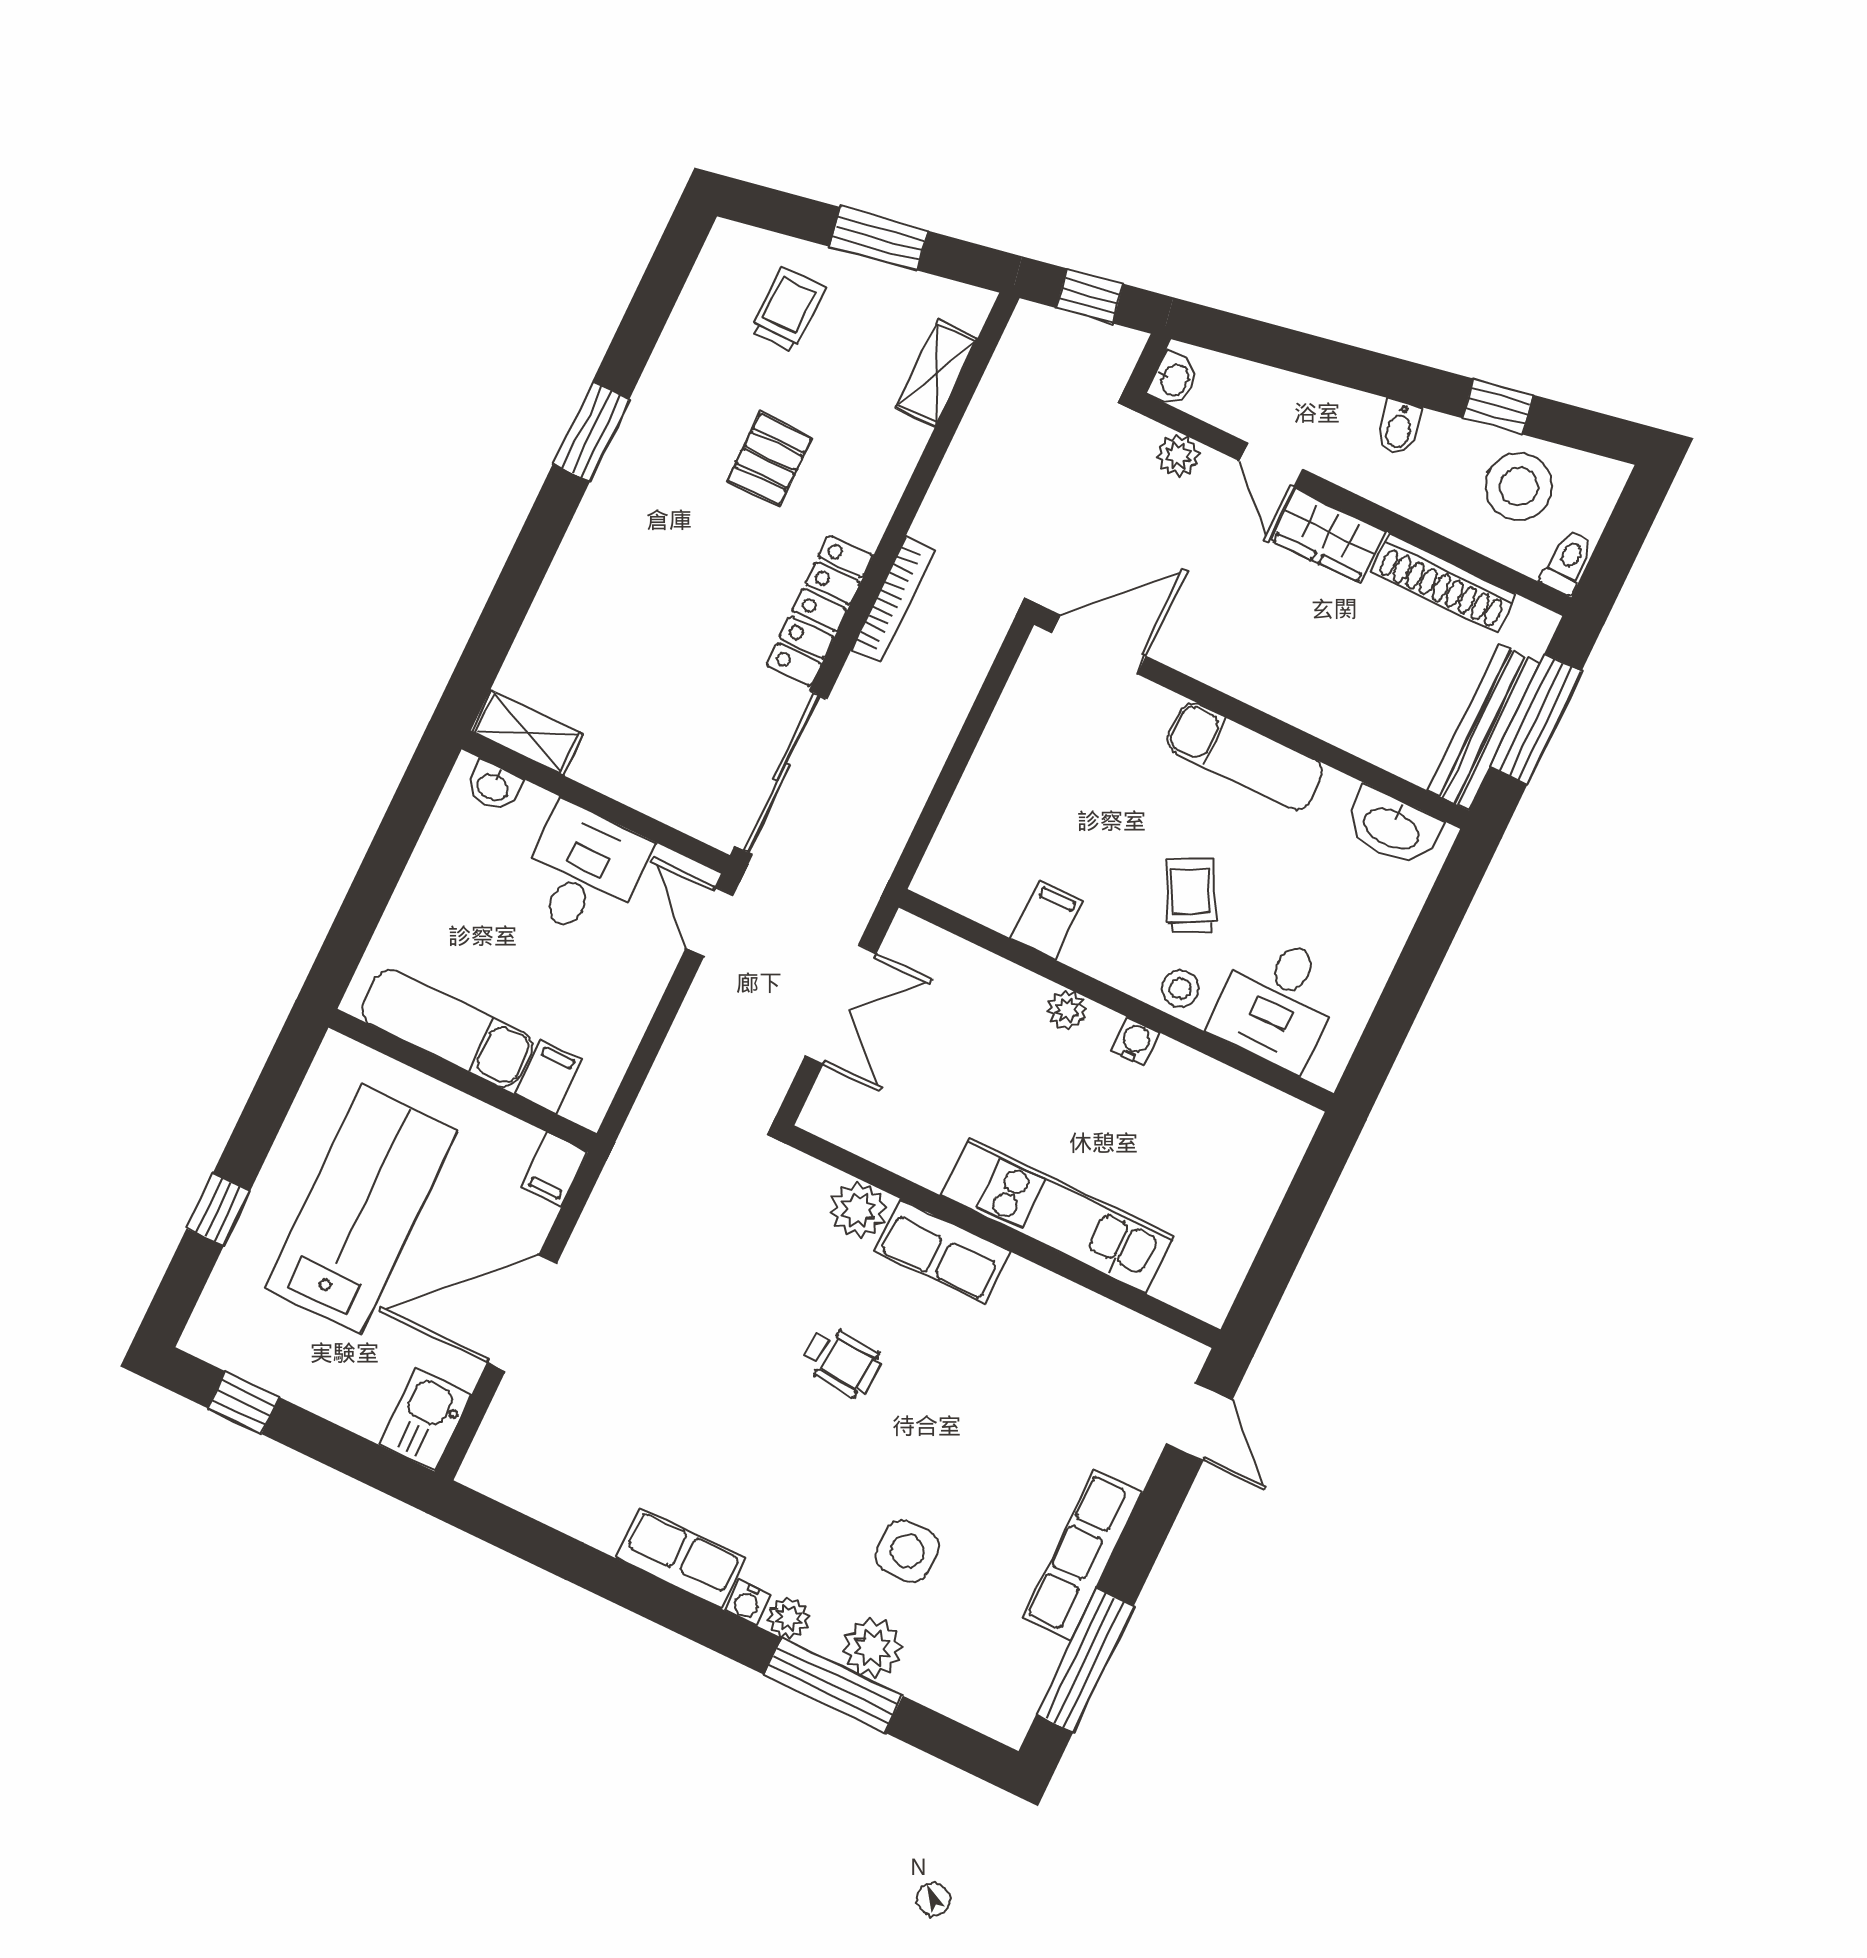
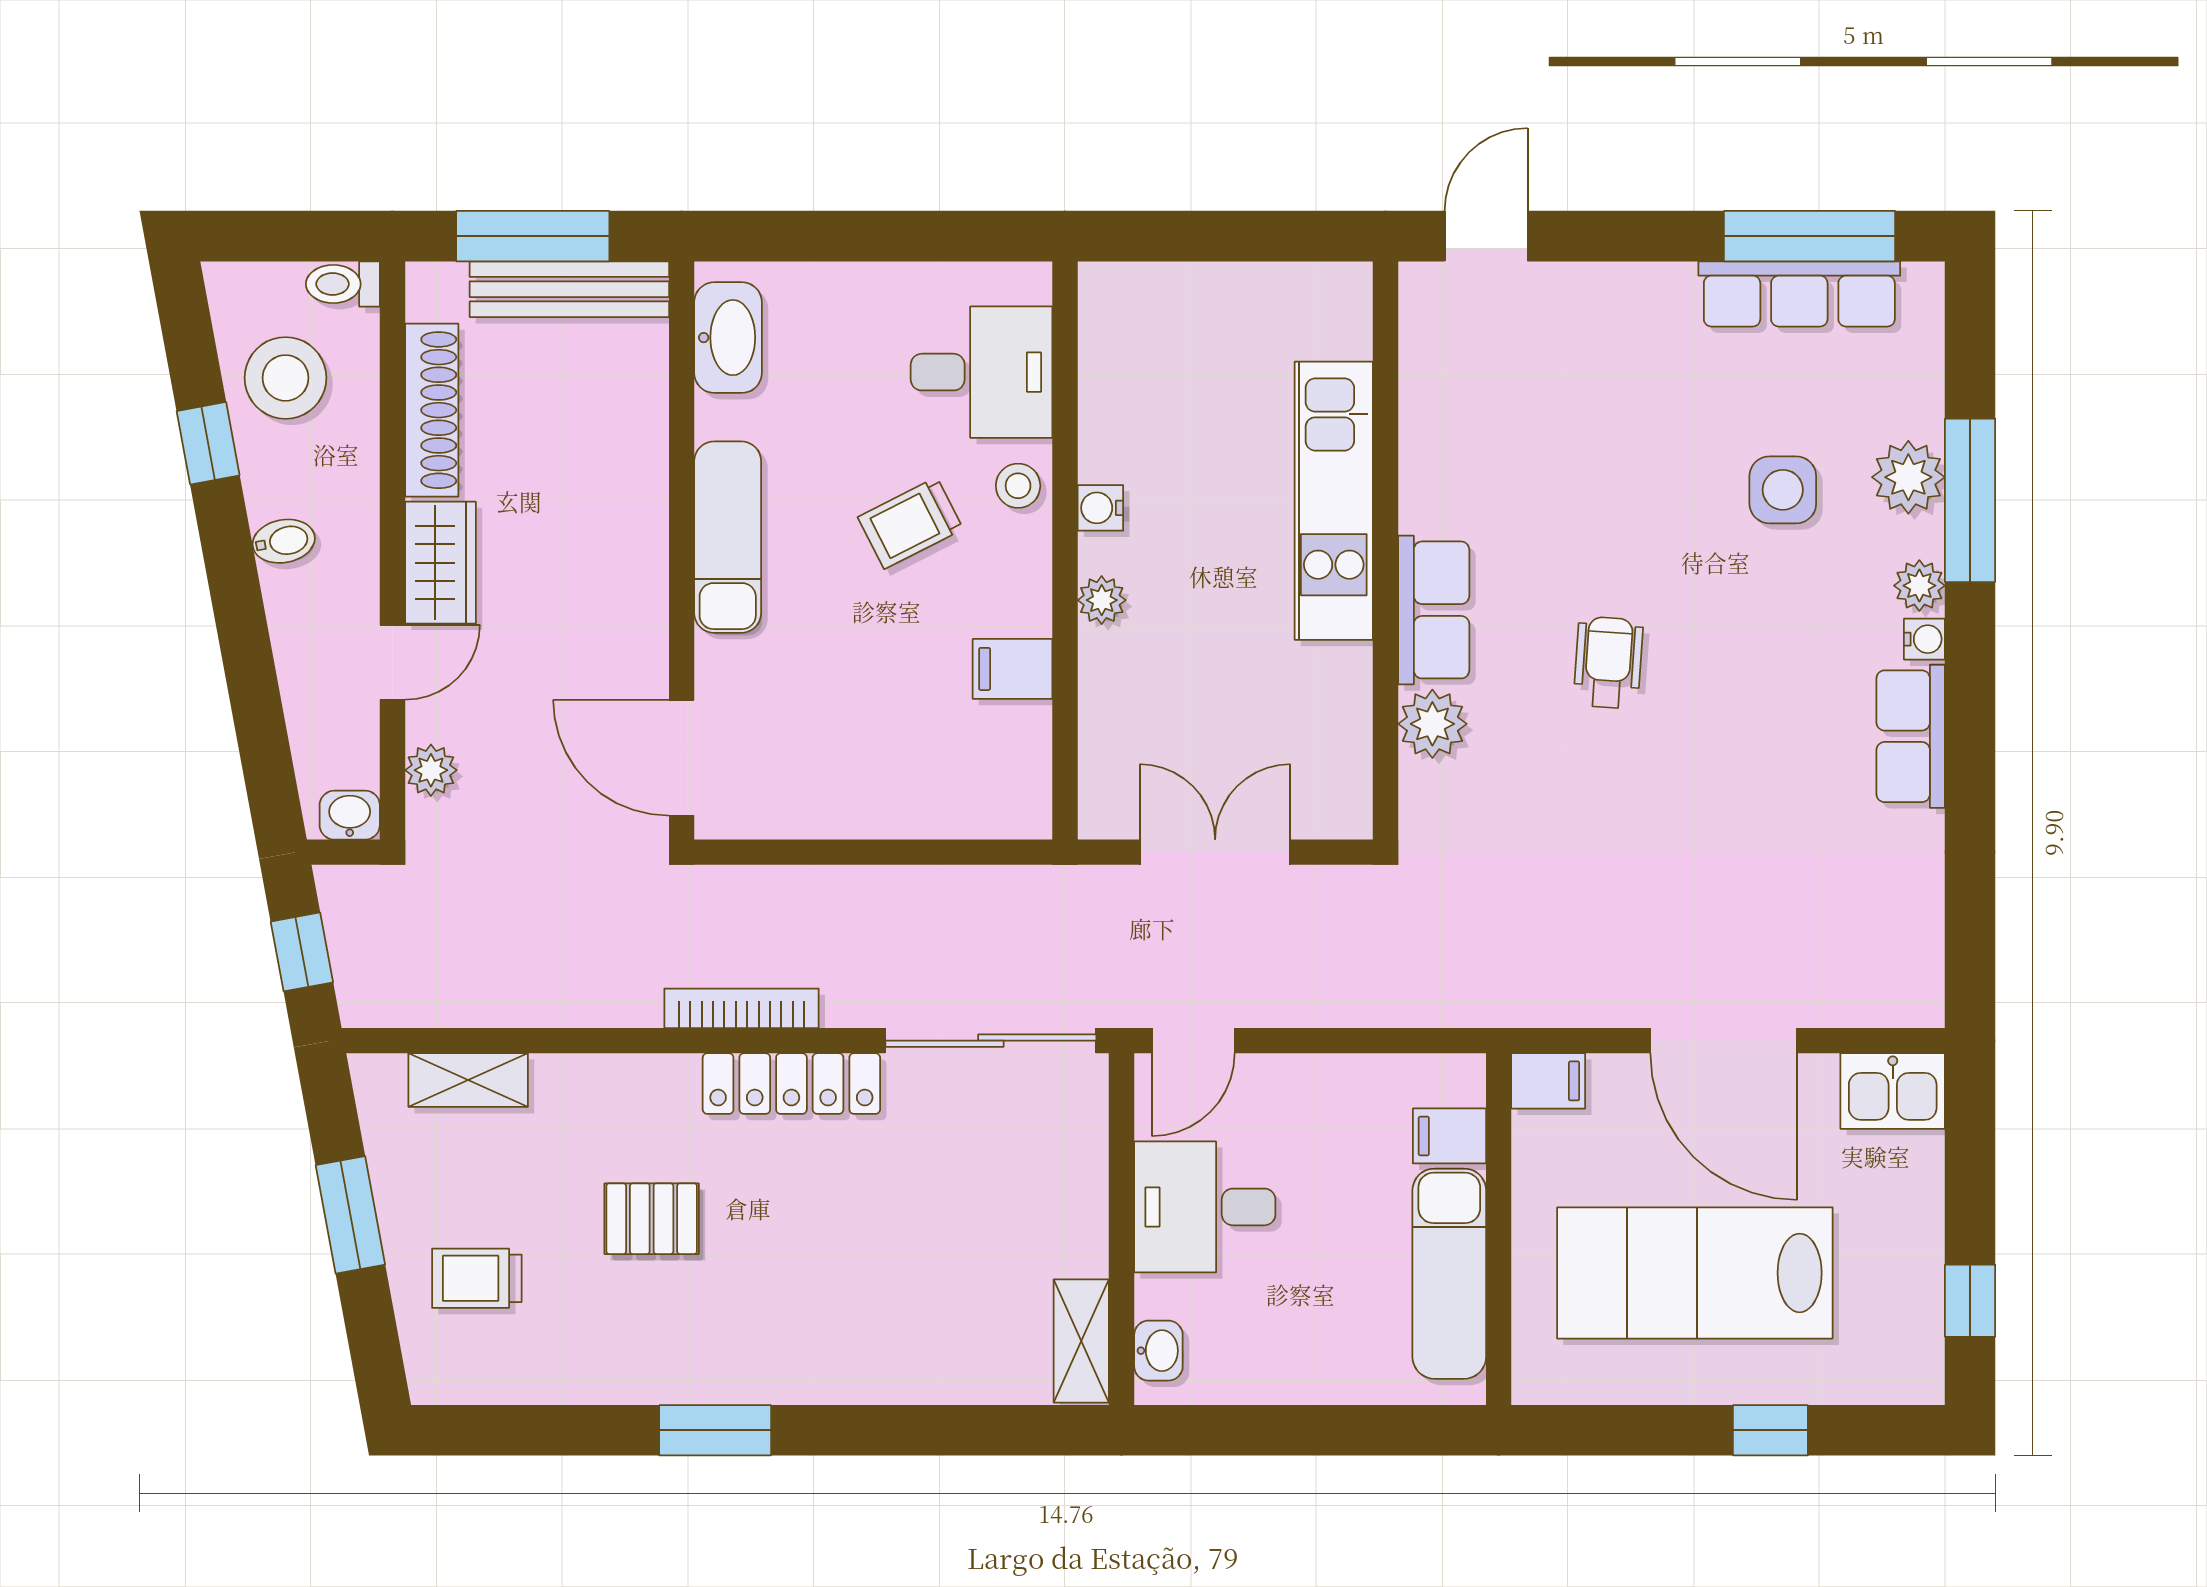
row of seats: (1083, 1555) -> (1799, 294), moved

